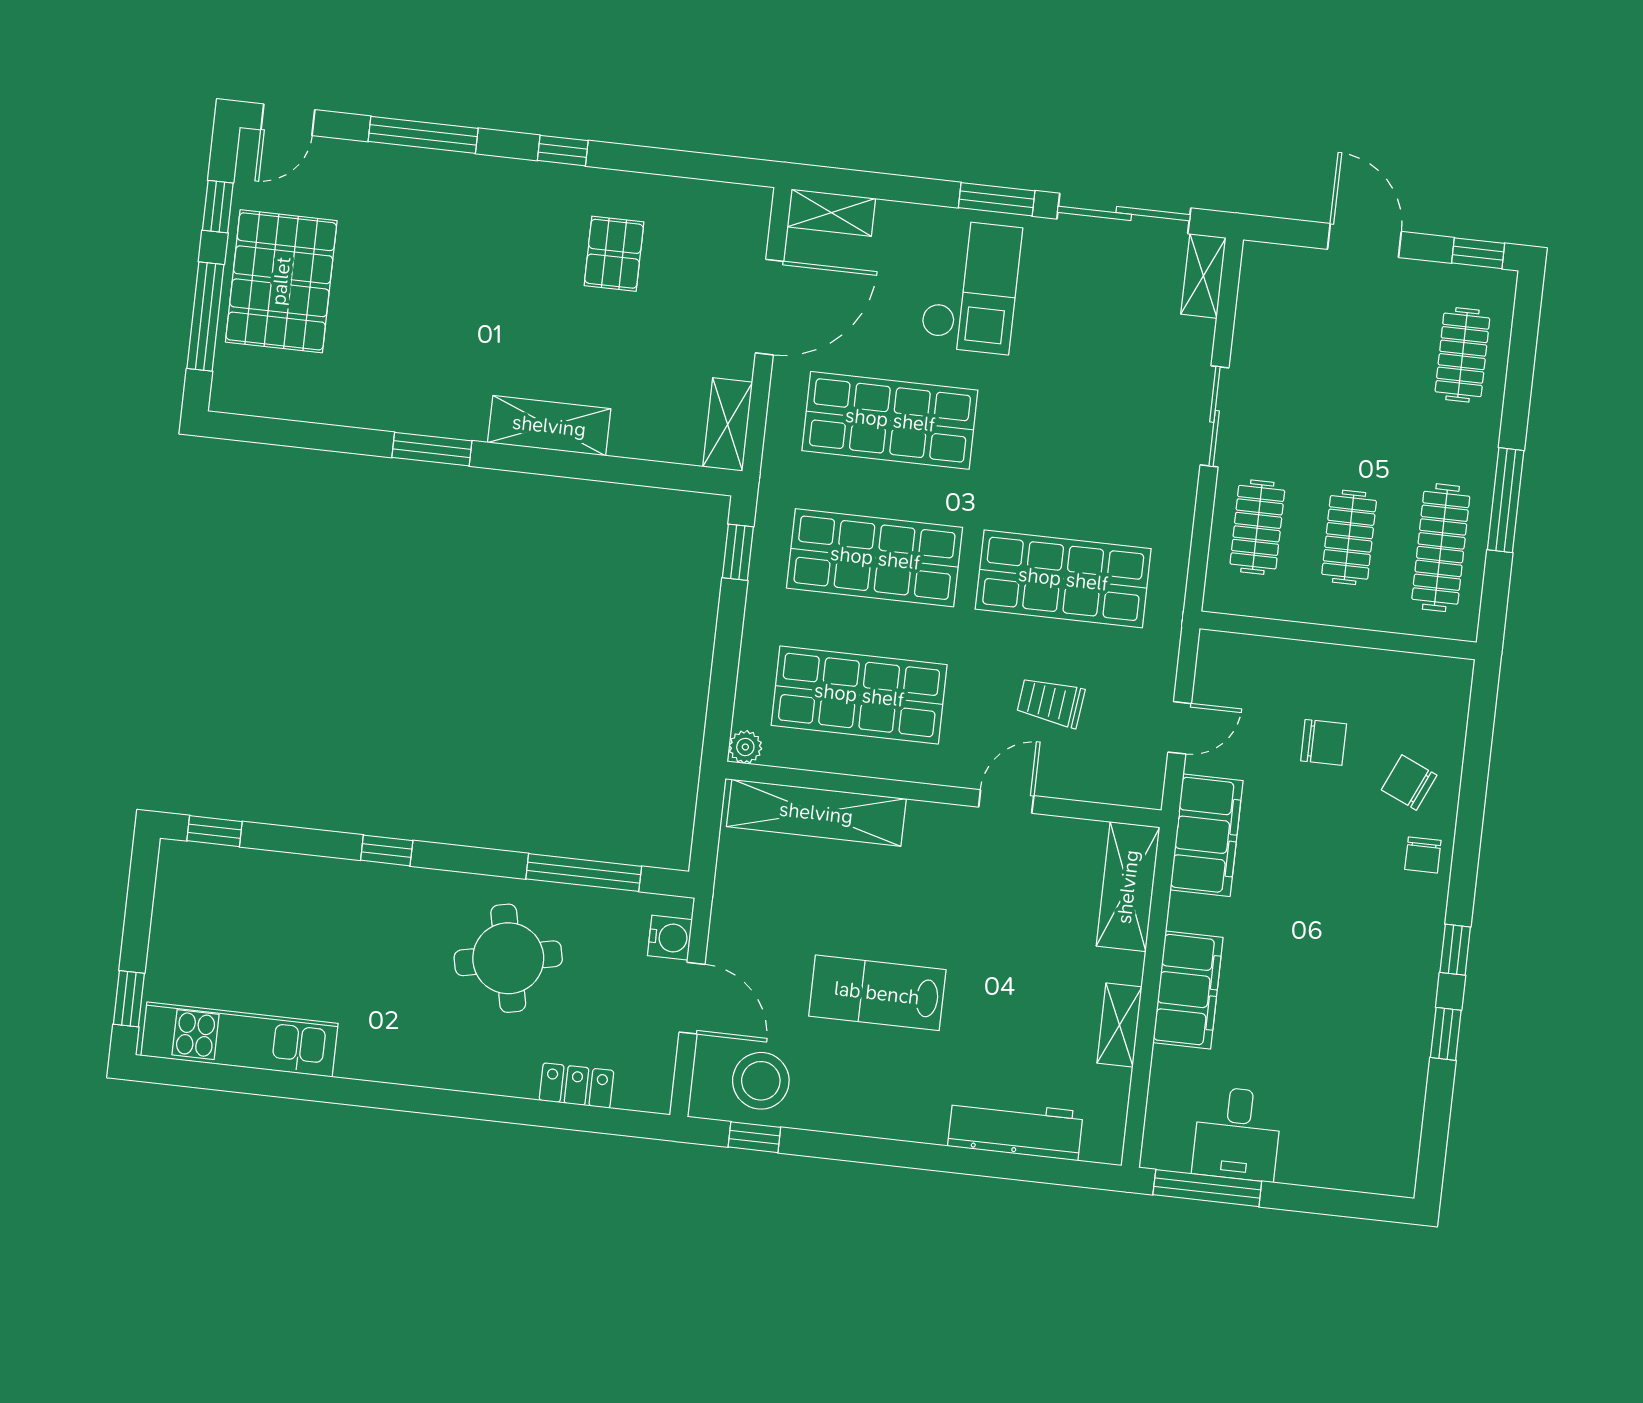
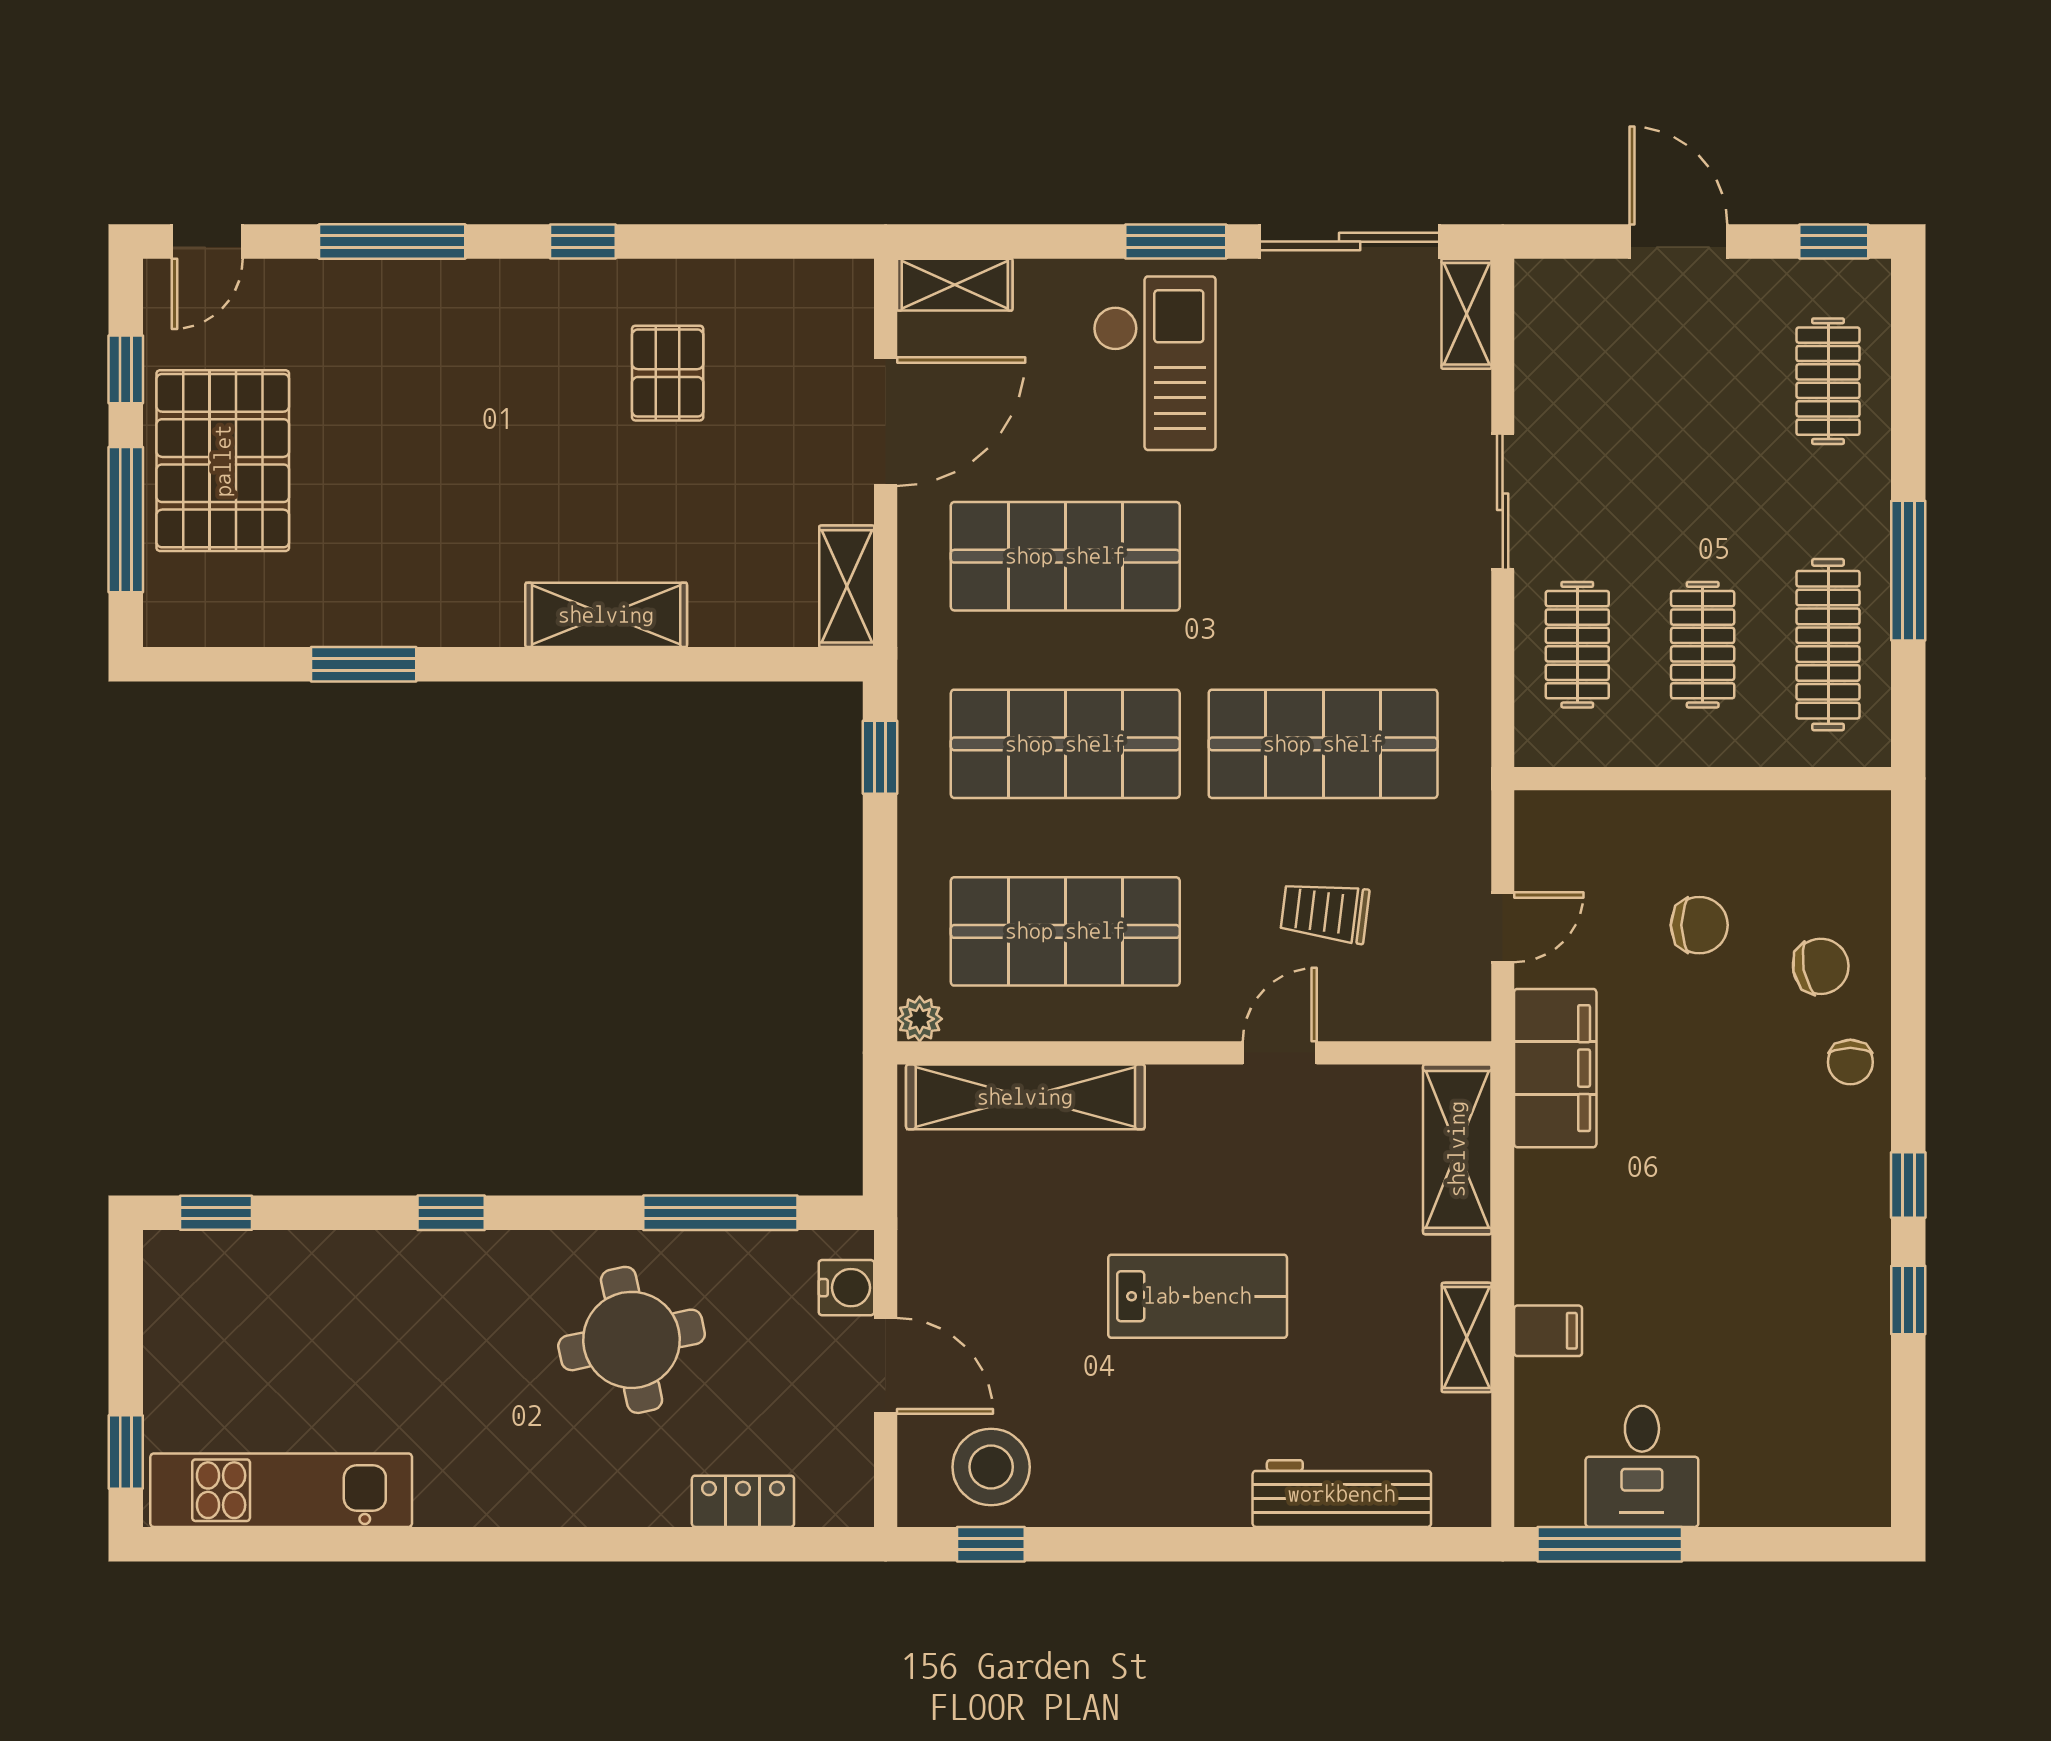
window: (432, 449) -> (364, 664), moved
chair: (1409, 782) -> (1821, 966), turned 145
filing cabinet: (1188, 990) -> (1548, 1331), width x0.33, depth x0.86
lab bench: (877, 993) -> (1198, 1296), moved, turned 180

